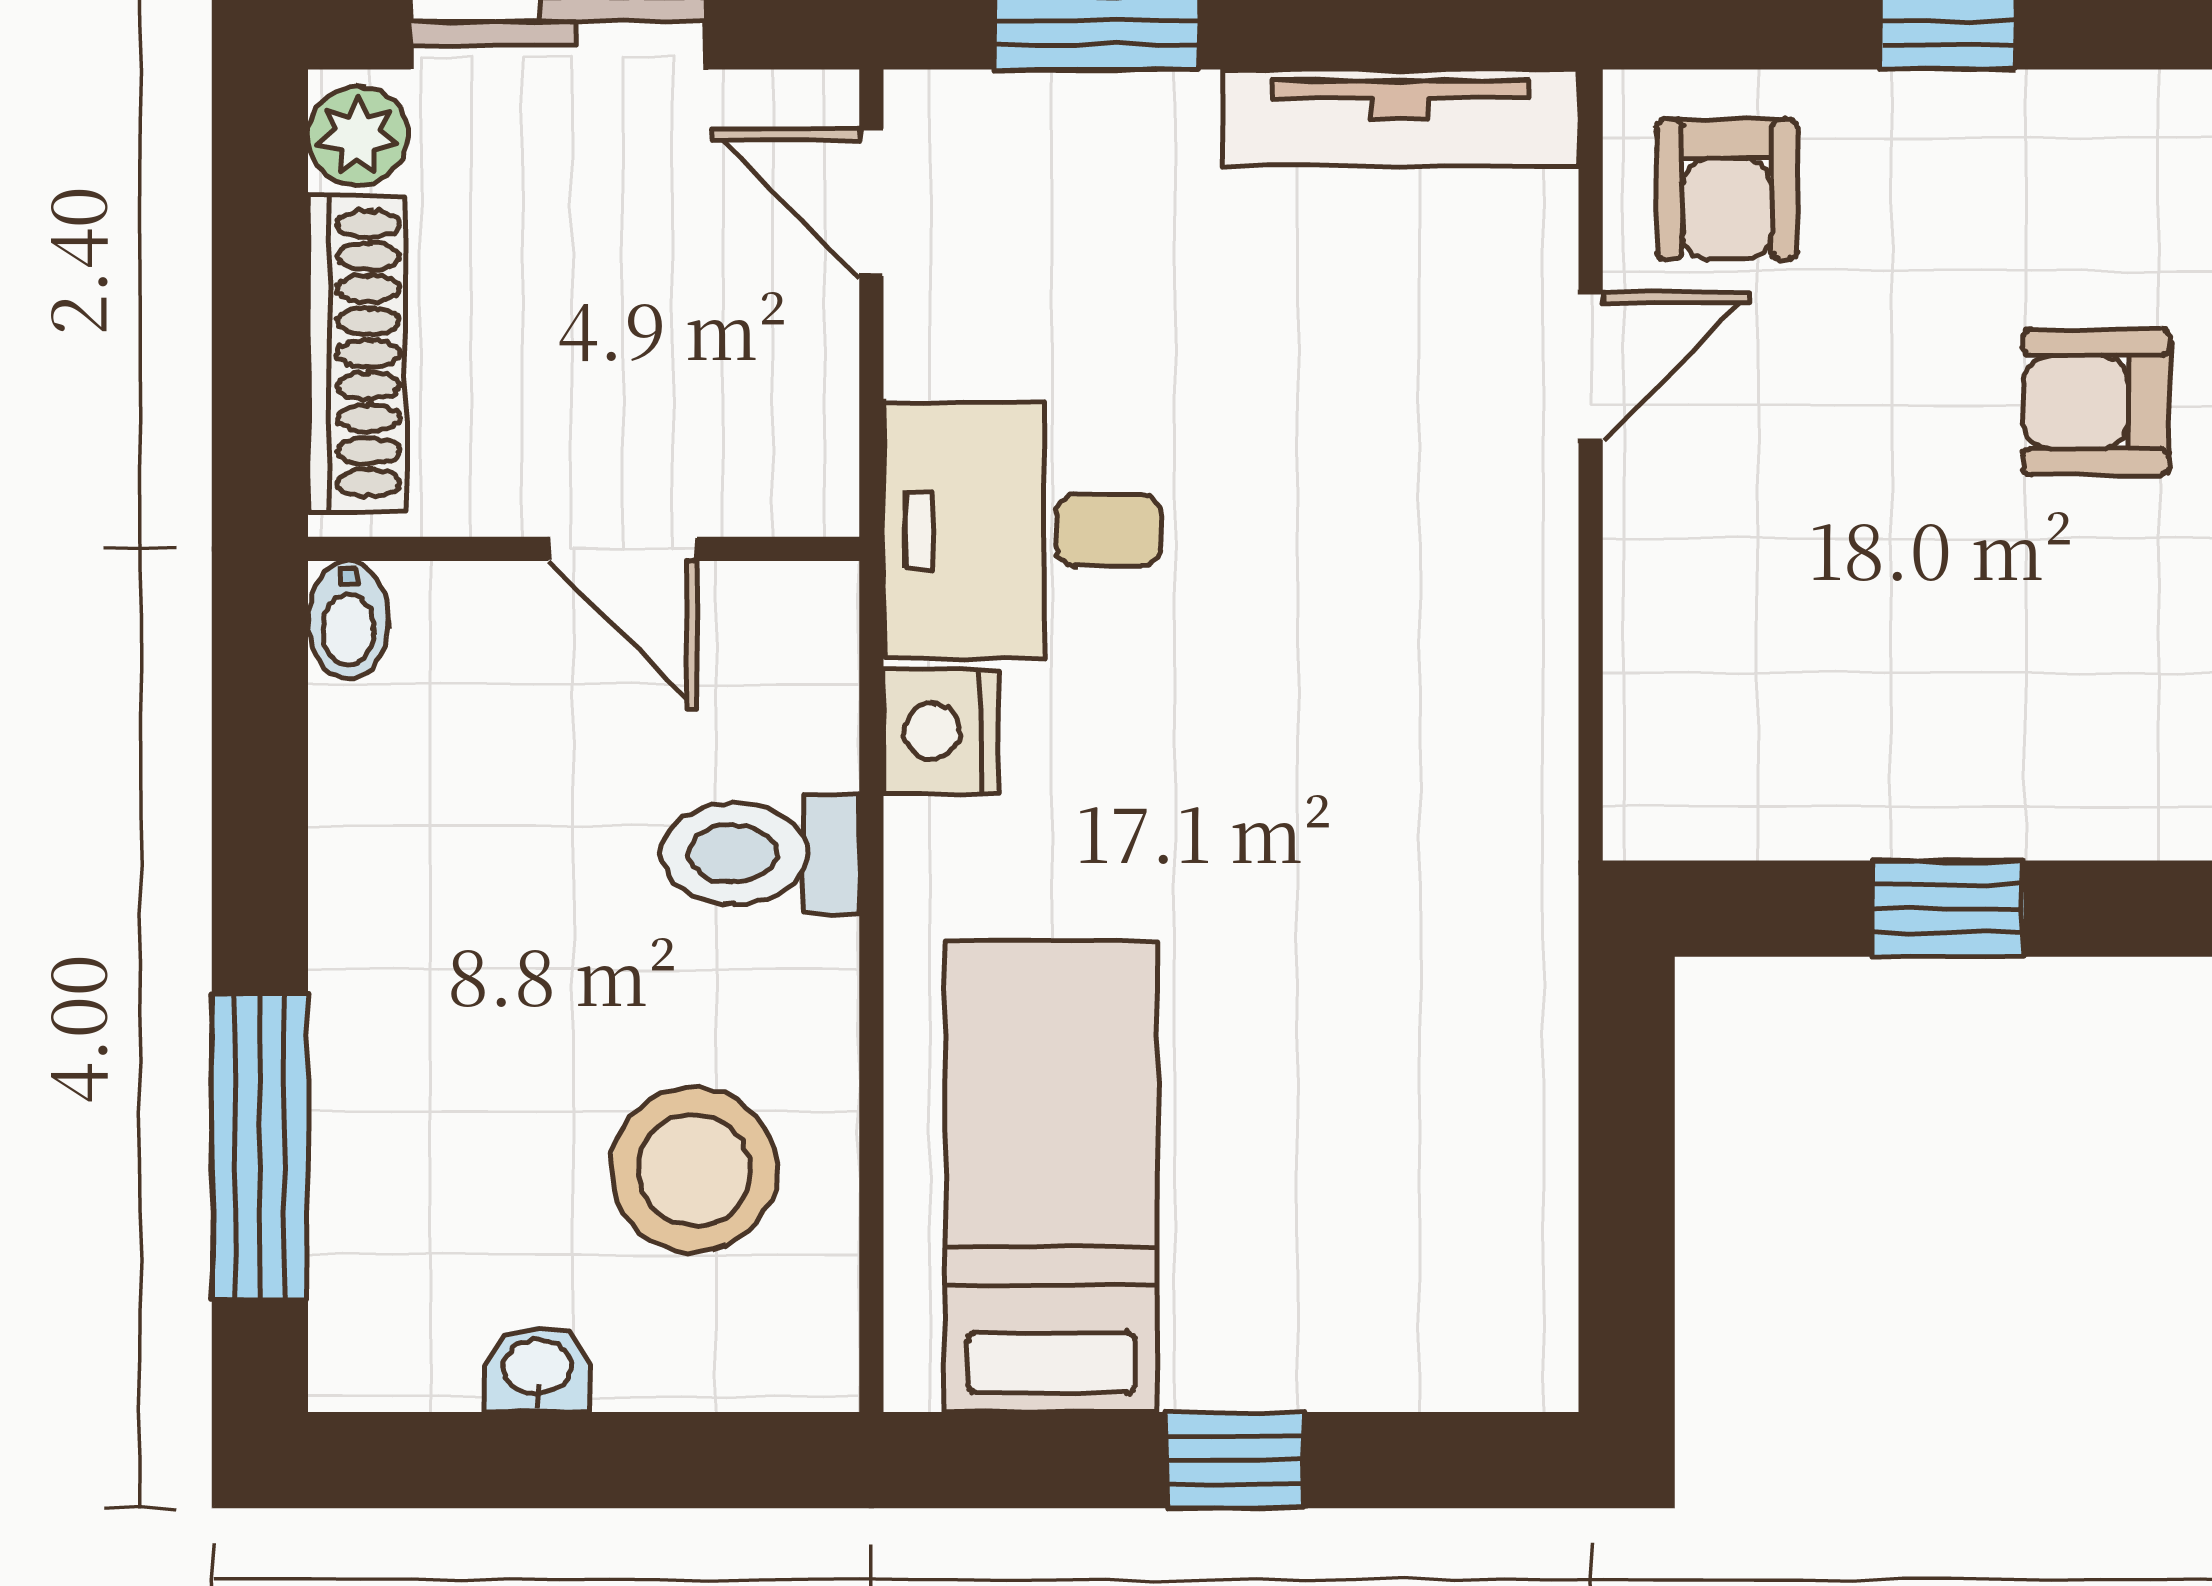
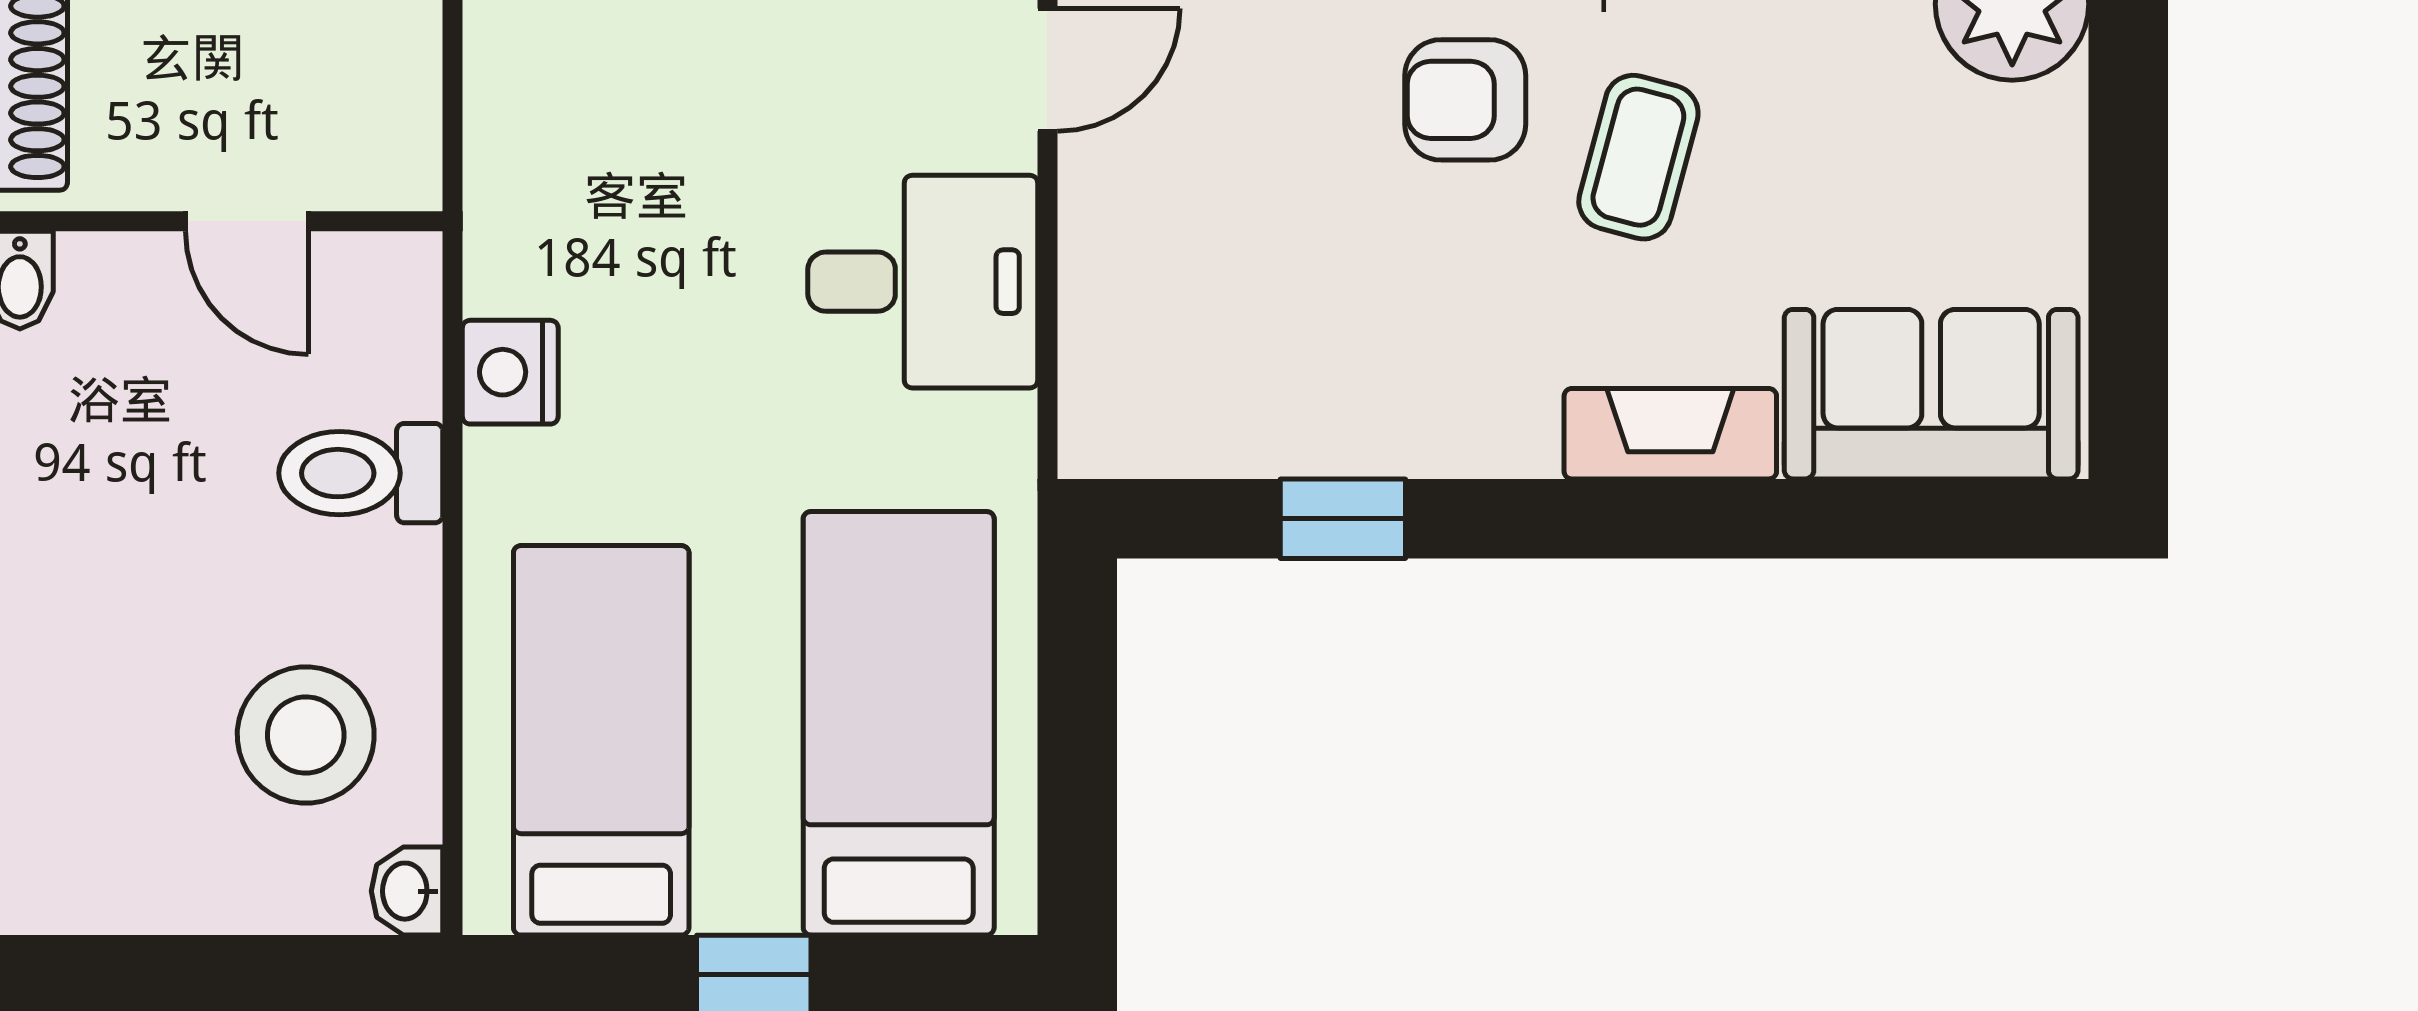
desk: (1022, 530) -> (923, 282), moved, turned 180
bed: (1411, 1156) -> (899, 723), added
washbasin: (538, 1369) -> (407, 891), moved, turned -90

